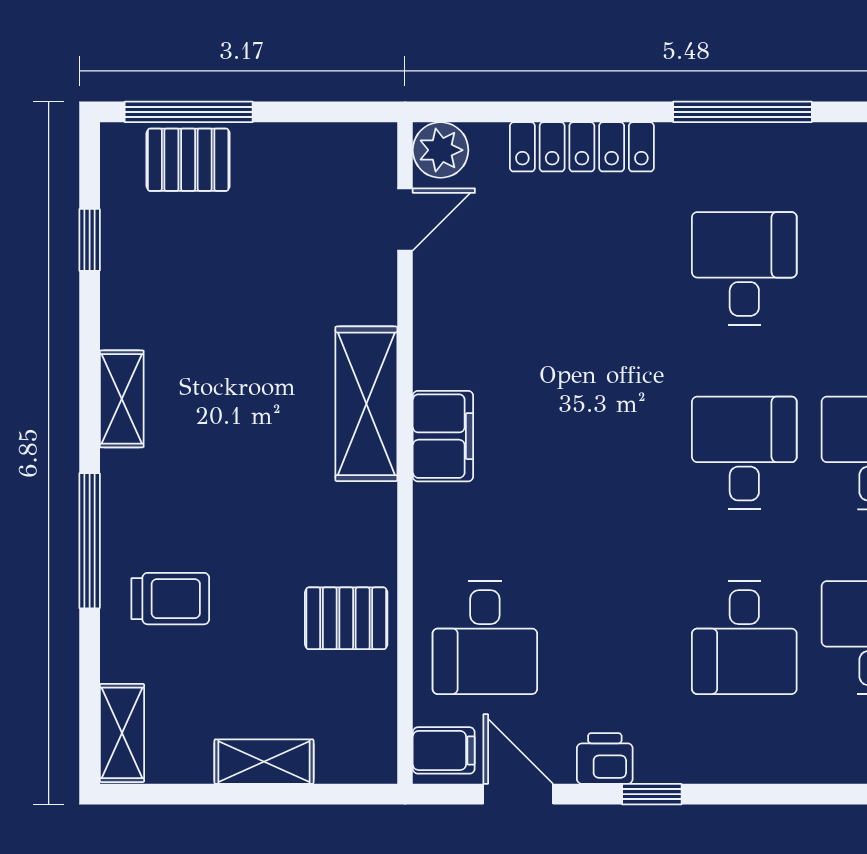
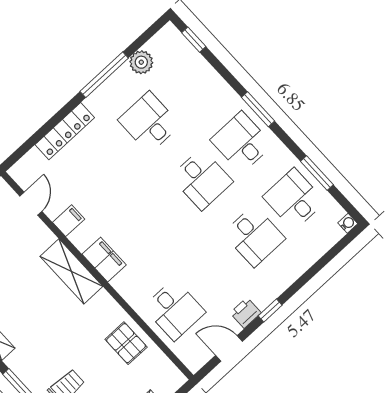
plant: (441, 150) -> (141, 62), moved
desk: (744, 453) -> (202, 179), turned 180
pallet: (346, 618) -> (126, 343), turned 90
filing cabinet: (444, 750) -> (69, 221), moved

